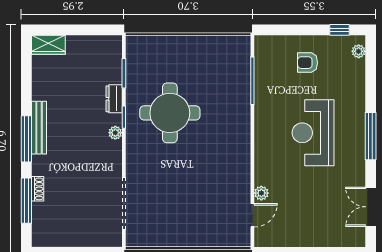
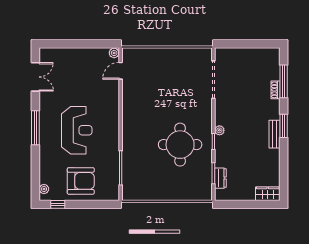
armchair: (308, 63) -> (81, 181), width x1.88, depth x1.88
dresser: (114, 99) -> (220, 178), moved
bench: (39, 128) -> (274, 134), width x0.73
window: (26, 139) -> (284, 126), width x0.69
plant: (261, 193) -> (114, 53), moved

